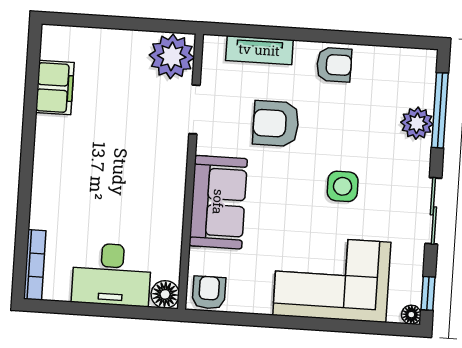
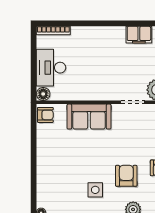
armchair: (276, 124) -> (126, 176), moved
side table: (343, 186) -> (95, 190), moved
corner sofa: (332, 279) -> (56, 173), removed

